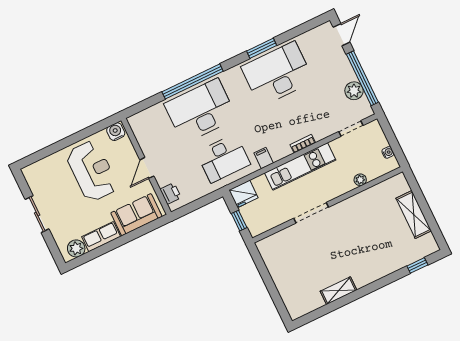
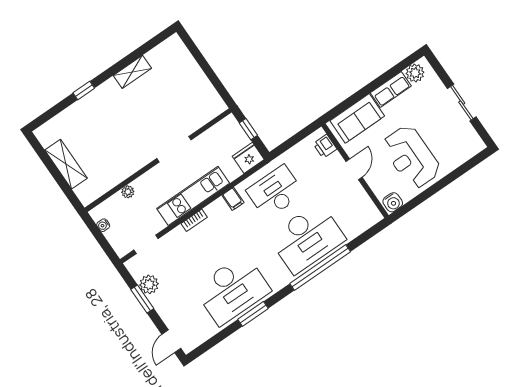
window: (362, 78) -> (142, 299), width x0.47
window: (417, 265) -> (84, 90), moved

